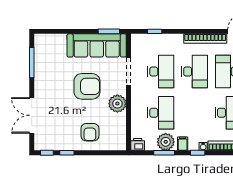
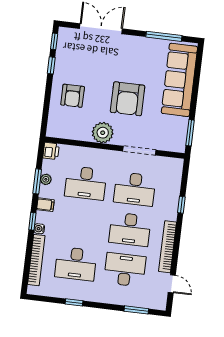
window: (155, 31) -> (181, 205), moved
sofa: (97, 45) -> (179, 80), moved
armchair: (90, 132) -> (73, 96), turned -90
plant: (166, 142) -> (46, 179), width x0.53, depth x0.53

